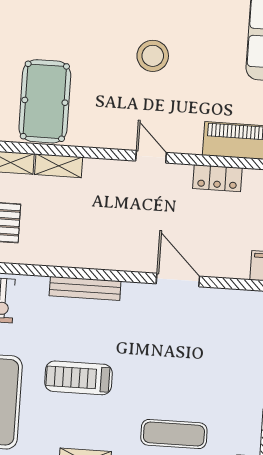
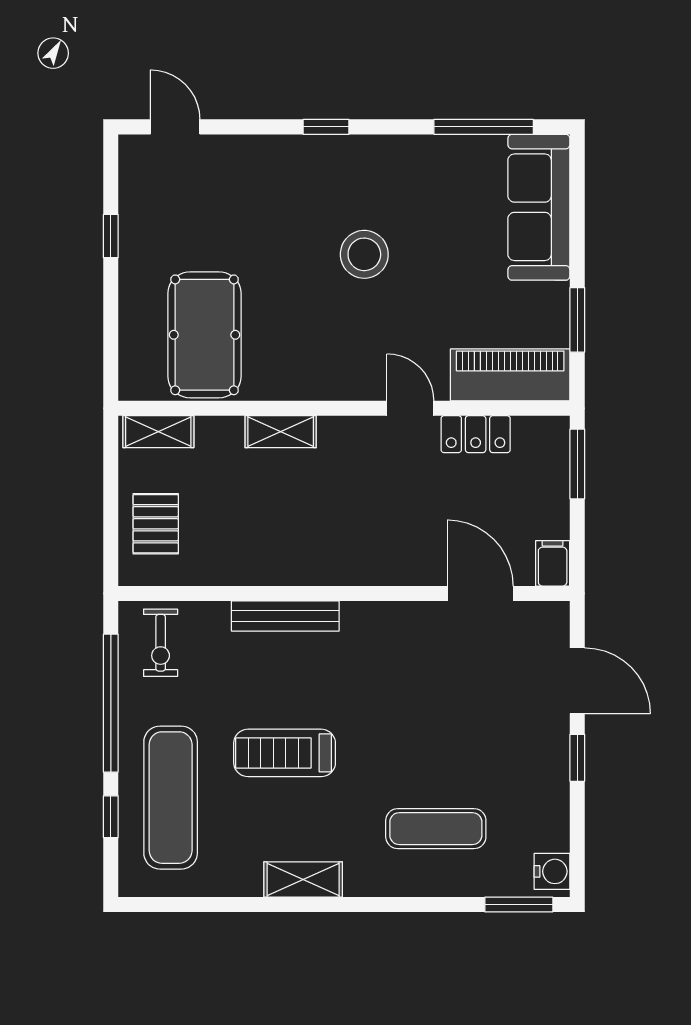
door: (151, 157) -> (410, 408), moved
shelving: (59, 166) -> (281, 432), moved
door: (178, 280) -> (480, 593), moved

